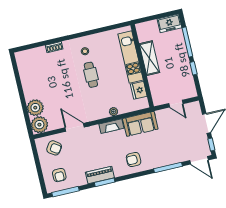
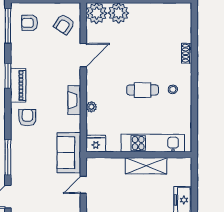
fridge: (139, 90) -> (96, 144), moved
sofa: (140, 124) -> (69, 153), moved
piano: (100, 175) -> (18, 85), moved

